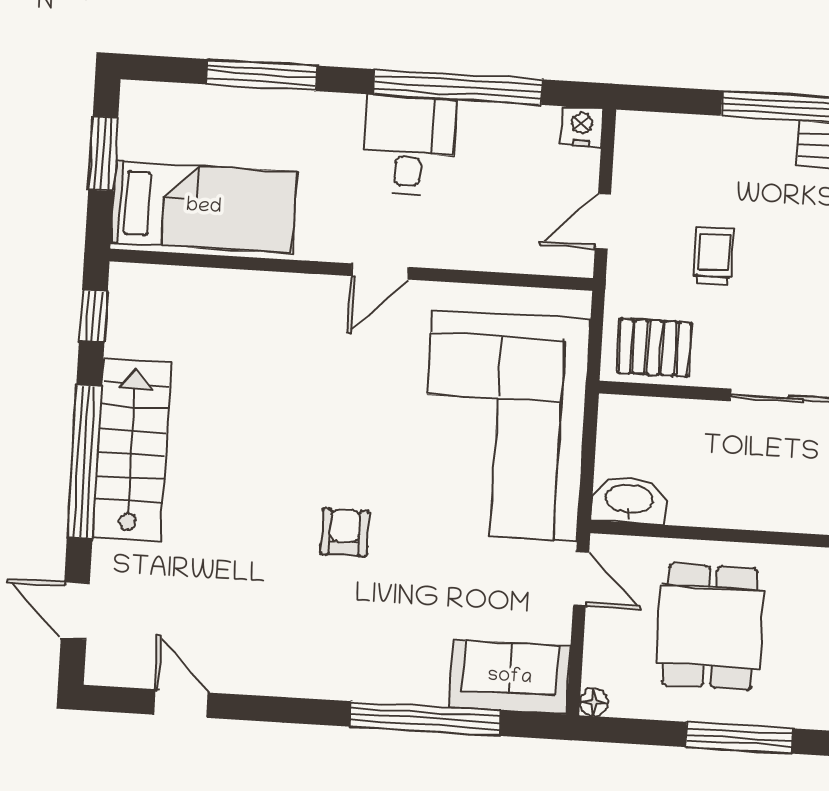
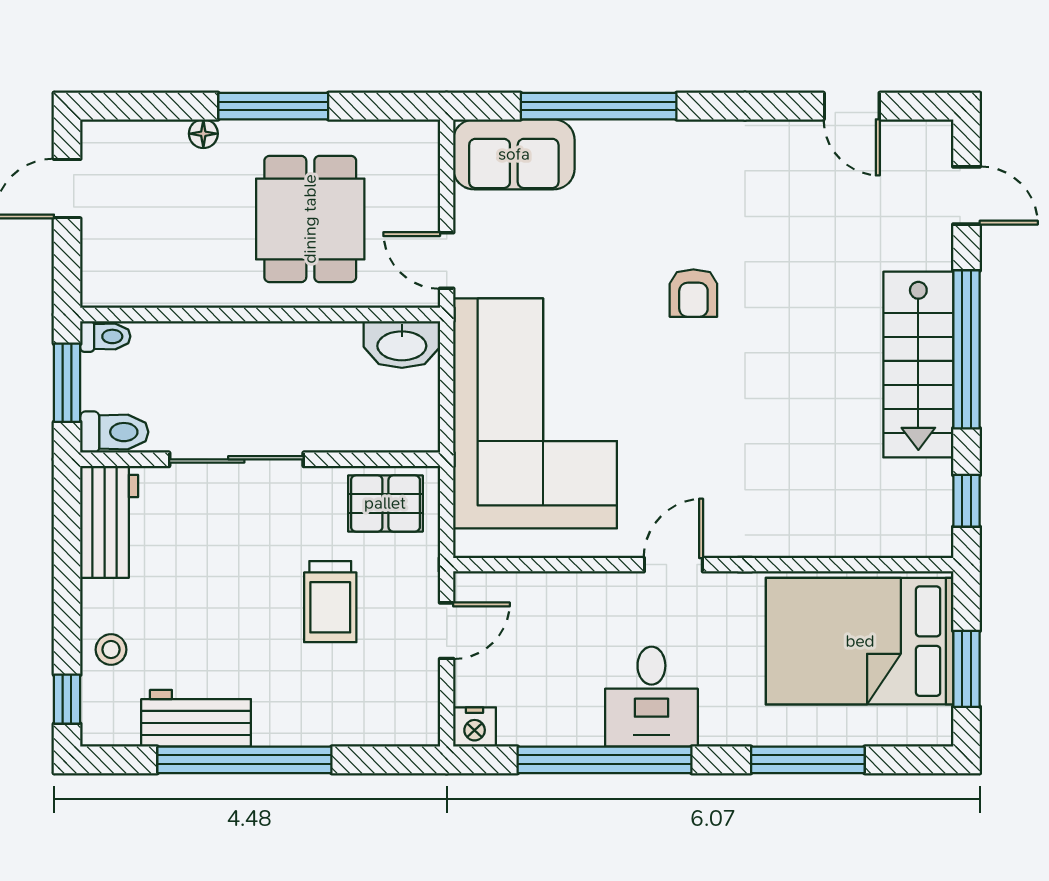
bed: (204, 207) -> (860, 641), width x1.50
trolley: (713, 256) -> (330, 602), width x1.36, depth x1.39
floor lamp: (594, 702) -> (203, 134), moved

